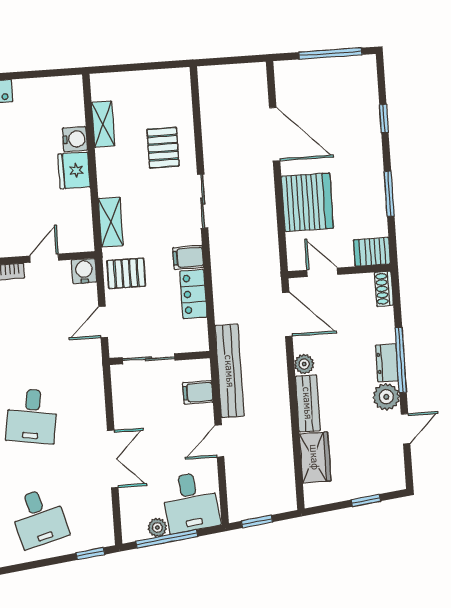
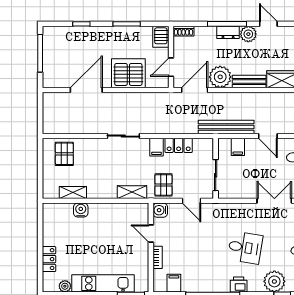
pallet: (163, 148) -> (64, 154), moved, turned 90
fridge: (74, 170) -> (100, 212), removed
plant: (304, 364) -> (220, 77), width x1.88, depth x1.88

